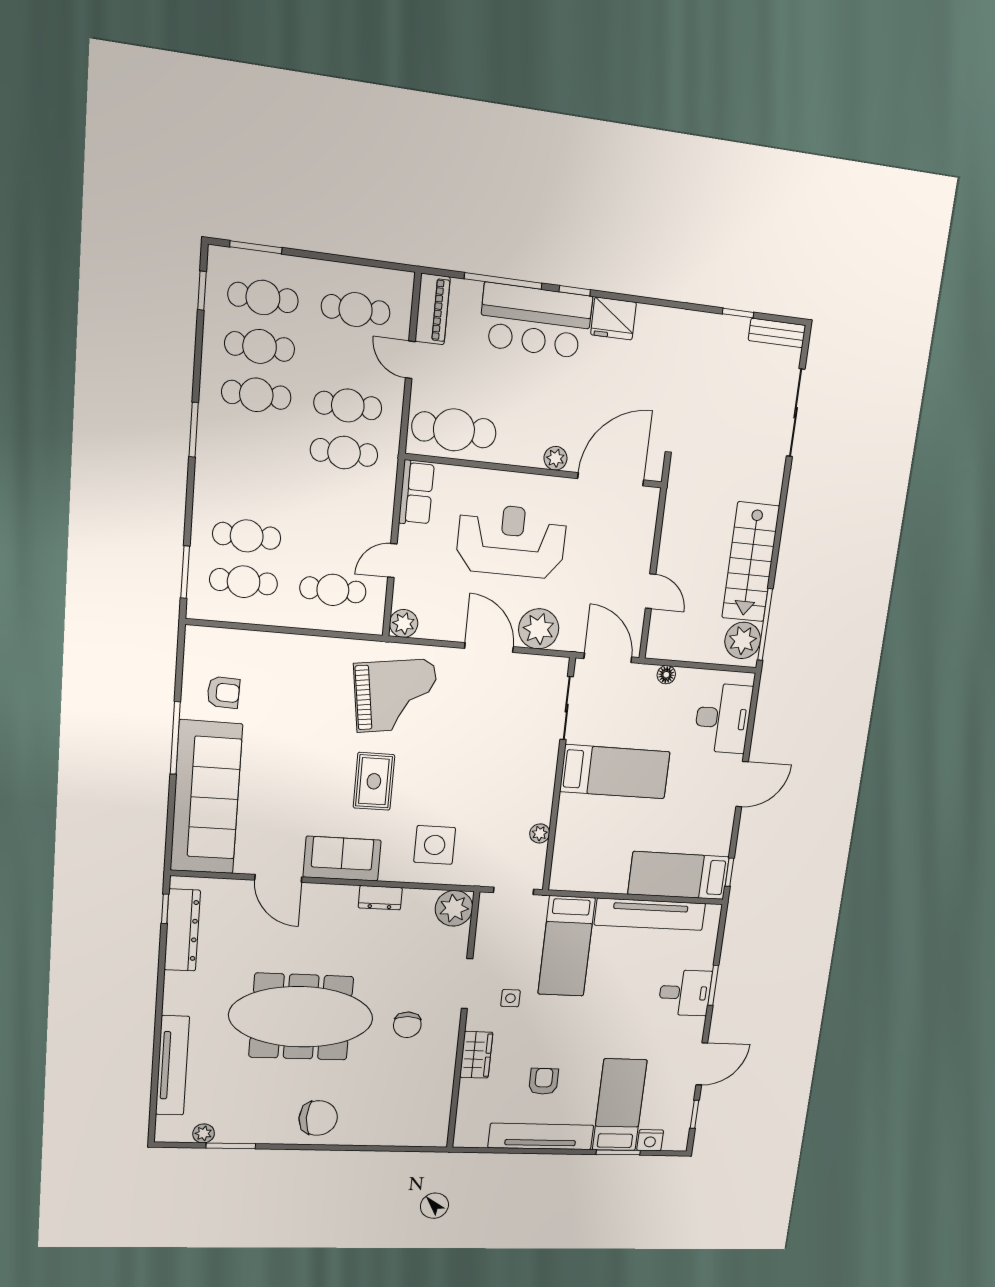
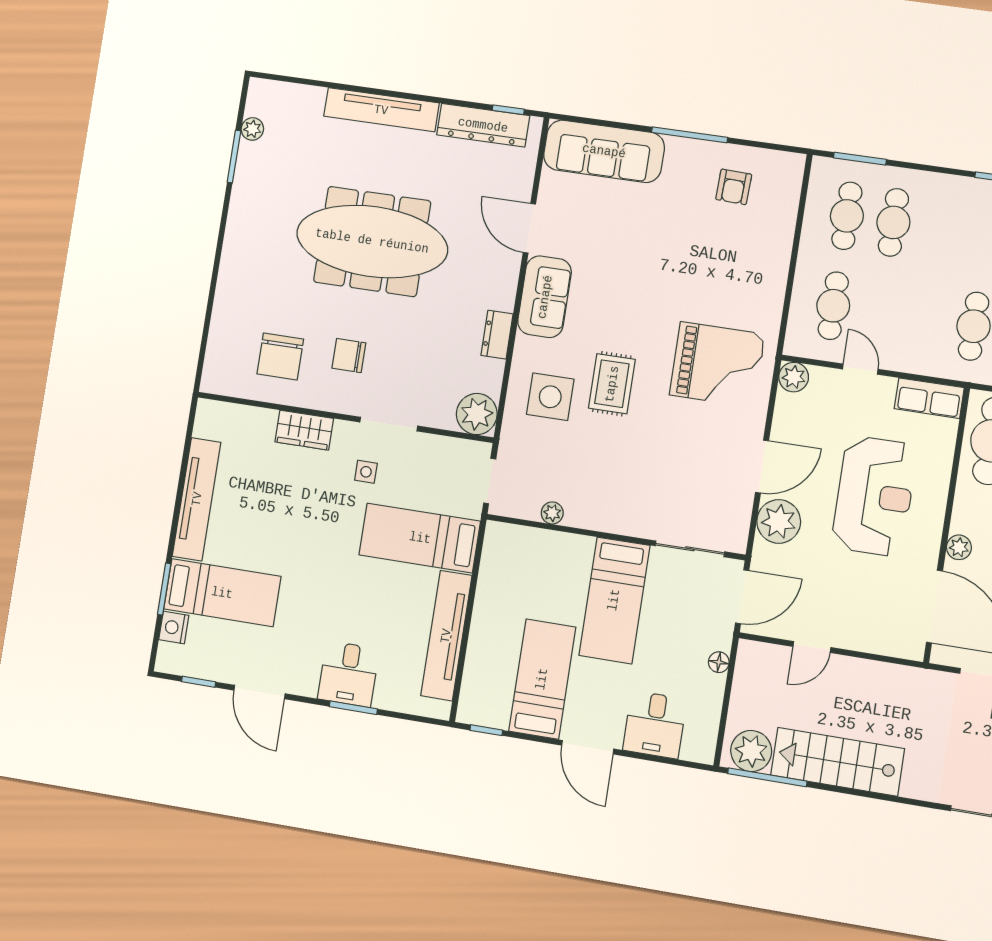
grand piano: (396, 696) -> (717, 365), turned -82
desk: (723, 718) -> (655, 725), width x0.73
rug: (374, 781) -> (612, 384), moved, turned 90
sofa: (206, 797) -> (604, 151), width x0.74, depth x0.79
bed: (679, 875) -> (542, 679), moved
door: (278, 878) -> (529, 228), hinge flipped
meeting table: (301, 1017) -> (372, 241), turned 90
tv unit: (172, 1066) -> (381, 110), moved
armchair: (544, 1081) -> (263, 505), removed
chair: (318, 1118) -> (280, 357), moved

